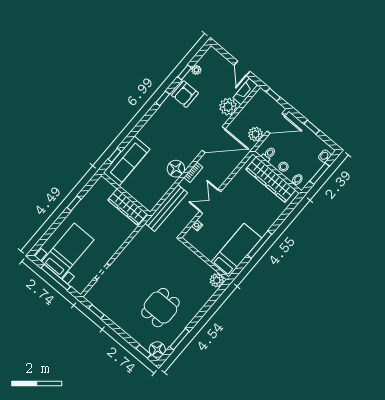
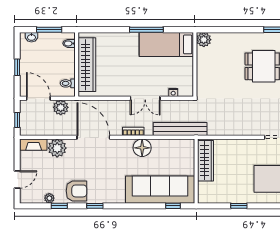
door: (242, 68) -> (17, 179), moved
sofa: (127, 161) -> (160, 190), width x1.36, depth x1.27
stool: (284, 167) -> (68, 63), removed

